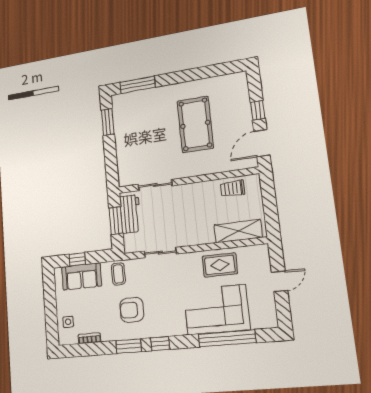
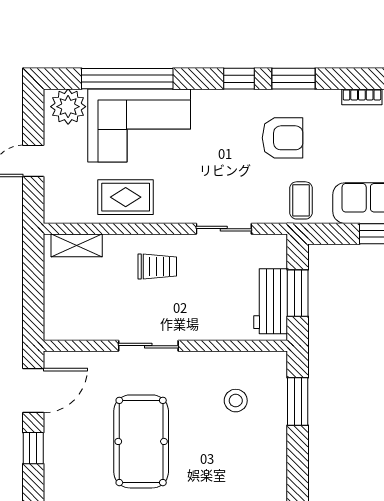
window: (108, 122) -> (298, 401), moved
stool: (145, 156) -> (236, 401), added
sliding door: (155, 185) -> (148, 346), moved
trolley: (232, 188) -> (157, 266), moved
shelving: (238, 231) -> (77, 245), width x0.67, depth x0.75
plant: (262, 318) -> (68, 107), added

